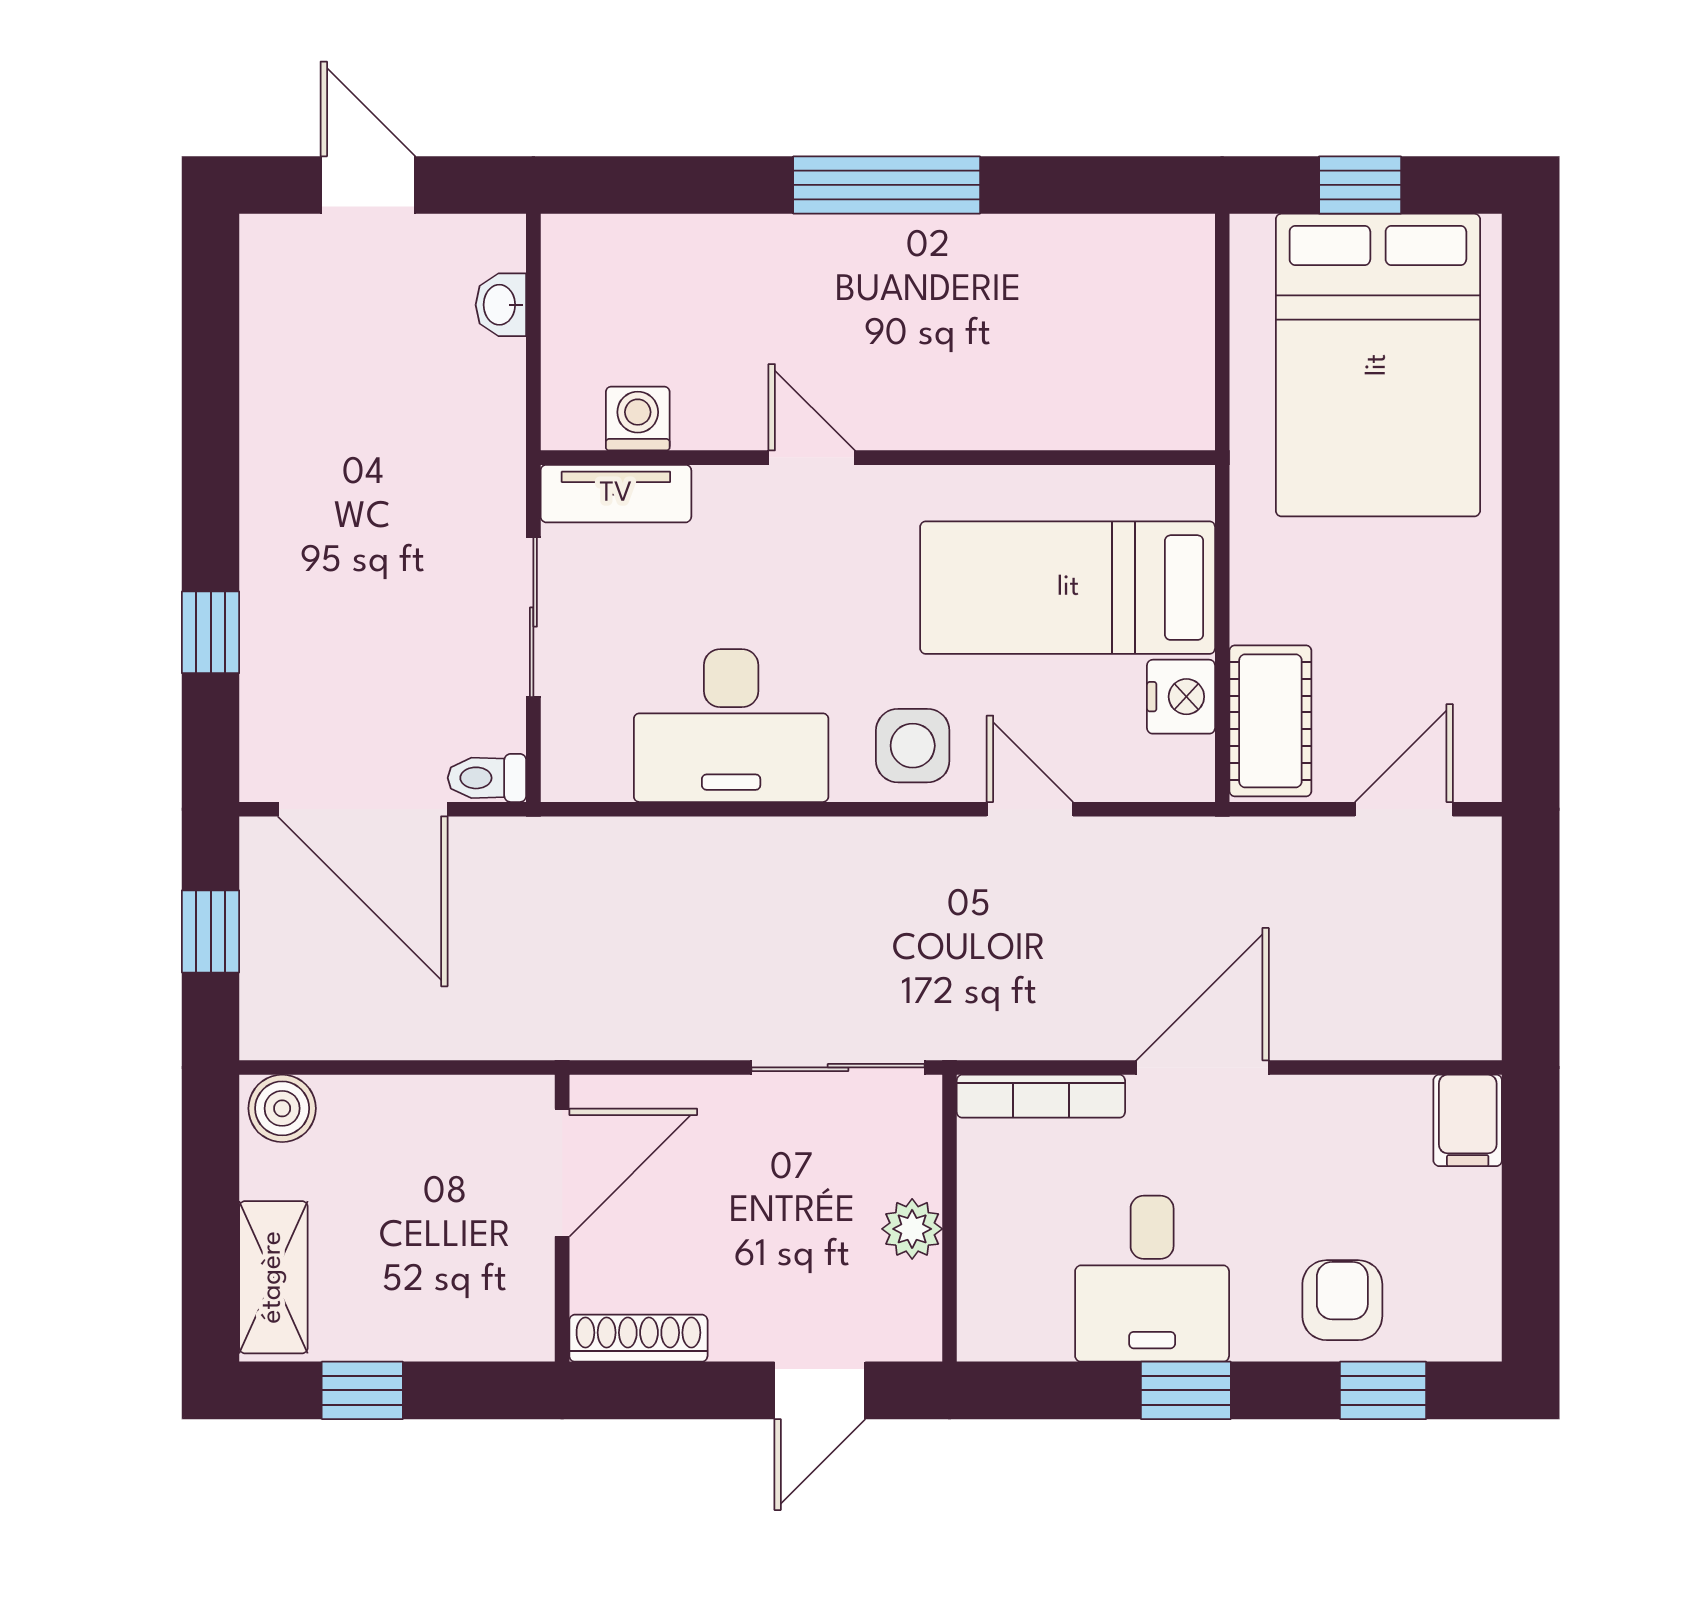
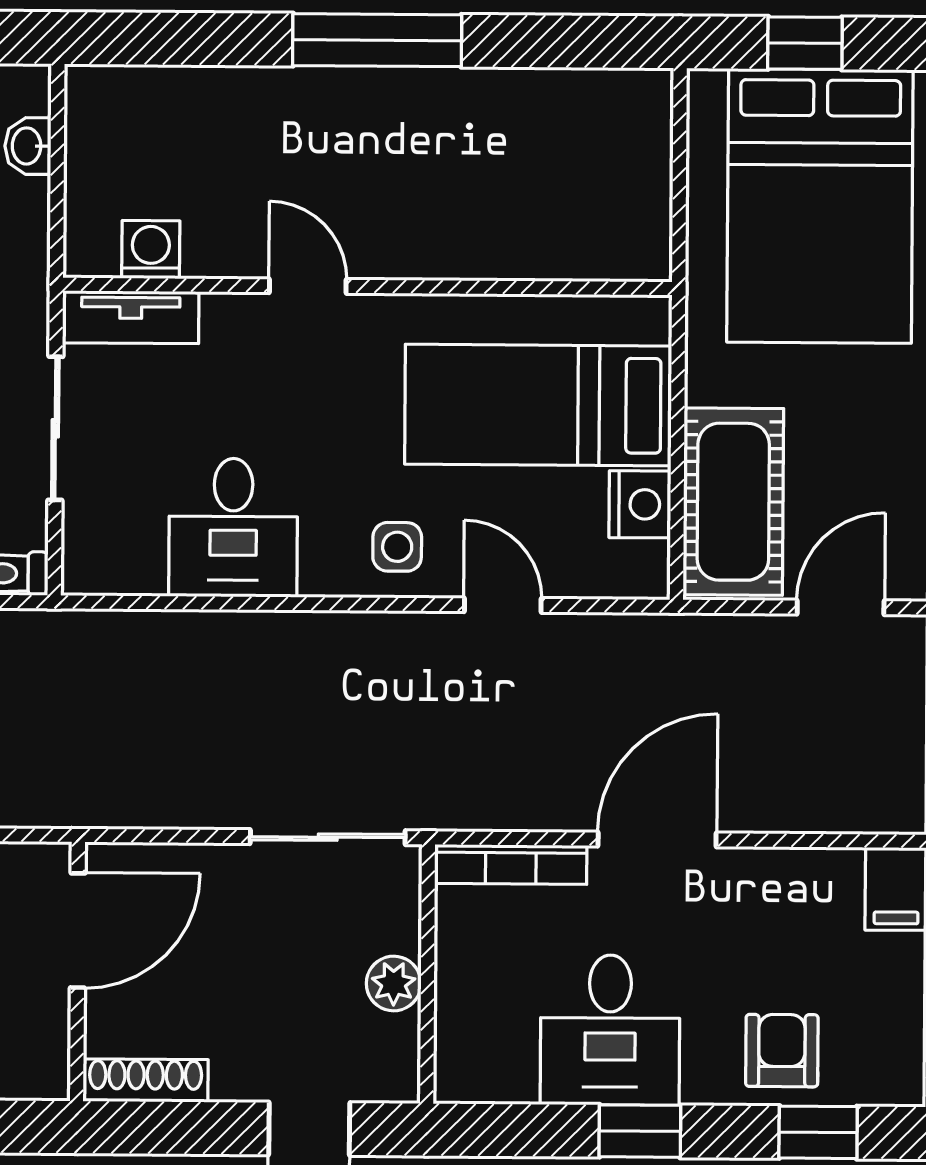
cot: (1270, 721) -> (733, 502), width x1.37, depth x1.34
desk: (731, 726) -> (233, 528), width x0.73
side table: (913, 746) -> (397, 547), width x0.73, depth x0.73

